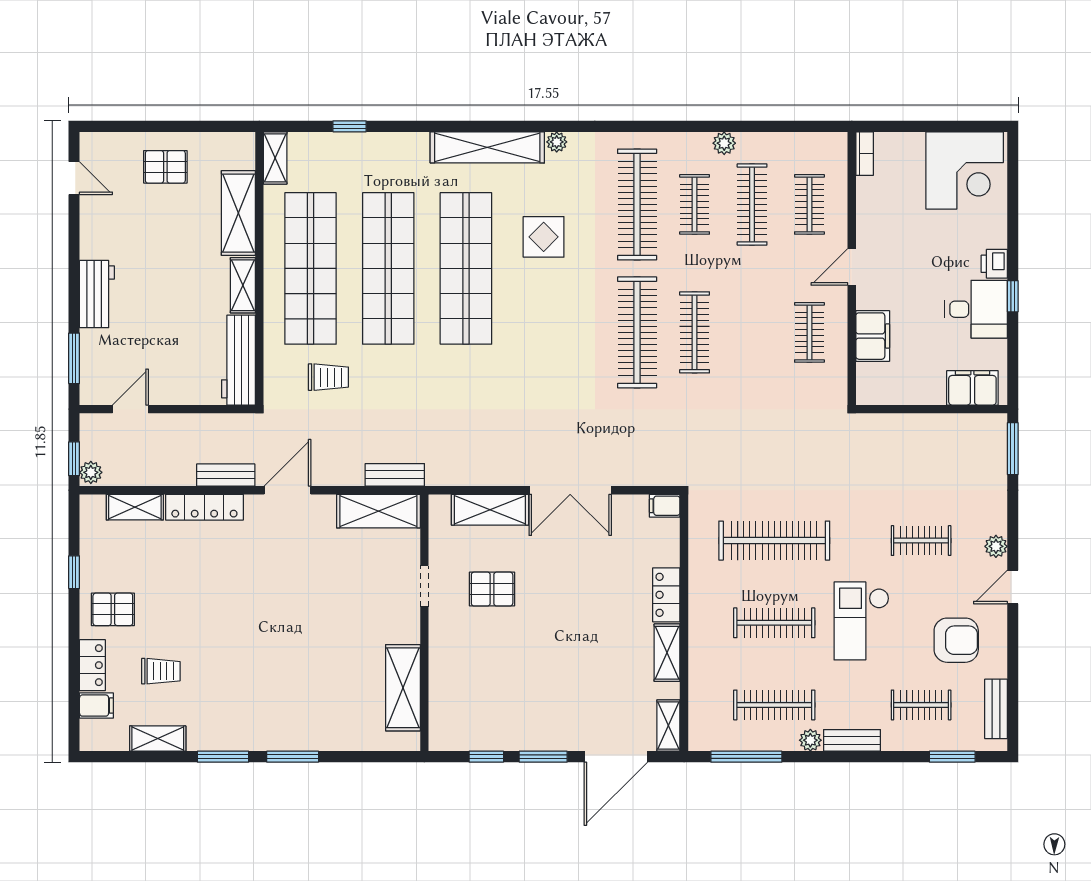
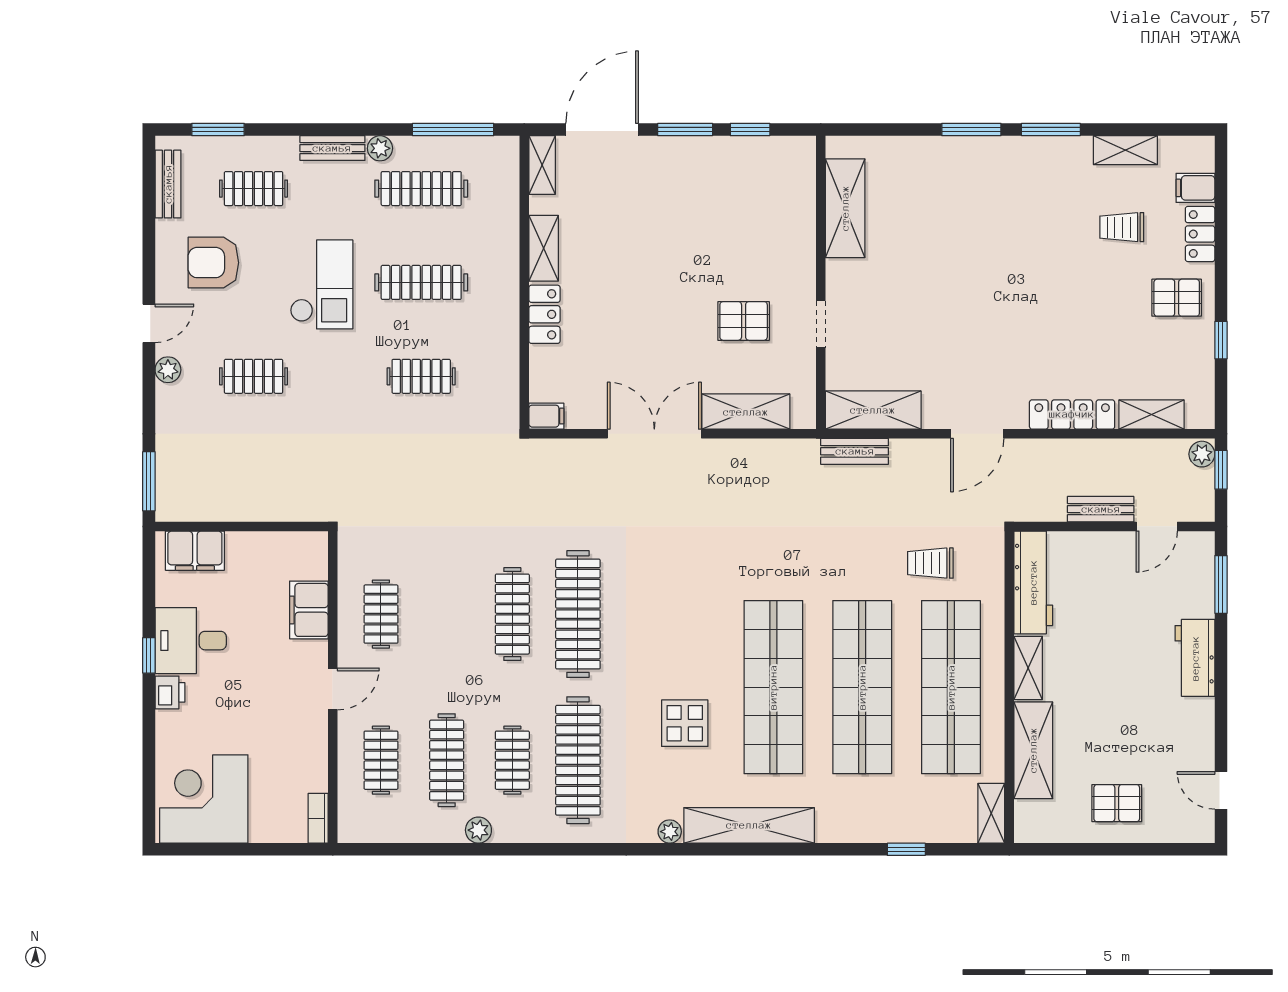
bench: (226, 475) -> (1101, 509), moved
clothes rail: (774, 541) -> (421, 376), width x0.54, depth x0.76

